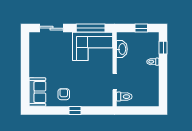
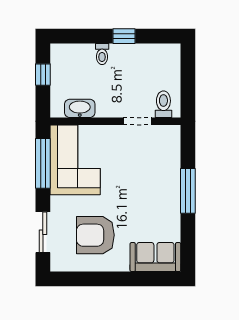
window: (163, 48) -> (124, 36), moved
armchair: (64, 94) -> (95, 235), moved, width x1.88, depth x1.88
window: (75, 110) -> (188, 191), width x2.17

